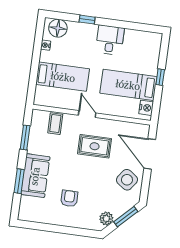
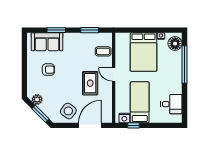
window: (87, 20) -> (184, 65), width x3.17
desk: (110, 40) -> (171, 104), moved
bed: (63, 77) -> (144, 52), width x1.50
window: (160, 77) -> (133, 125), moved
door: (87, 114) -> (114, 74), swing flipped
sofa: (35, 176) -> (47, 42), moved

